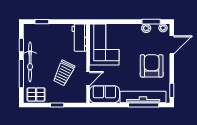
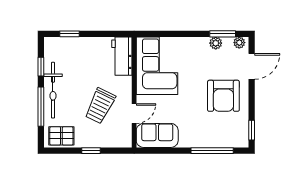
armchair: (152, 66) -> (223, 96), turned 180
tv unit: (143, 97) -> (211, 139), removed

